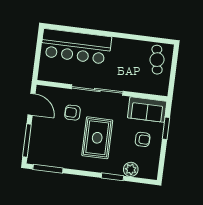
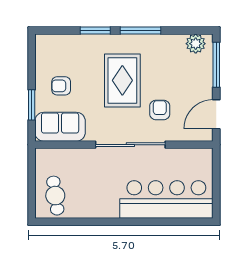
door: (32, 104) -> (216, 114), hinge flipped
armchair: (73, 113) -> (160, 110), turned -90
window: (48, 169) -> (140, 30), moved
plant: (131, 169) -> (196, 44), moved

